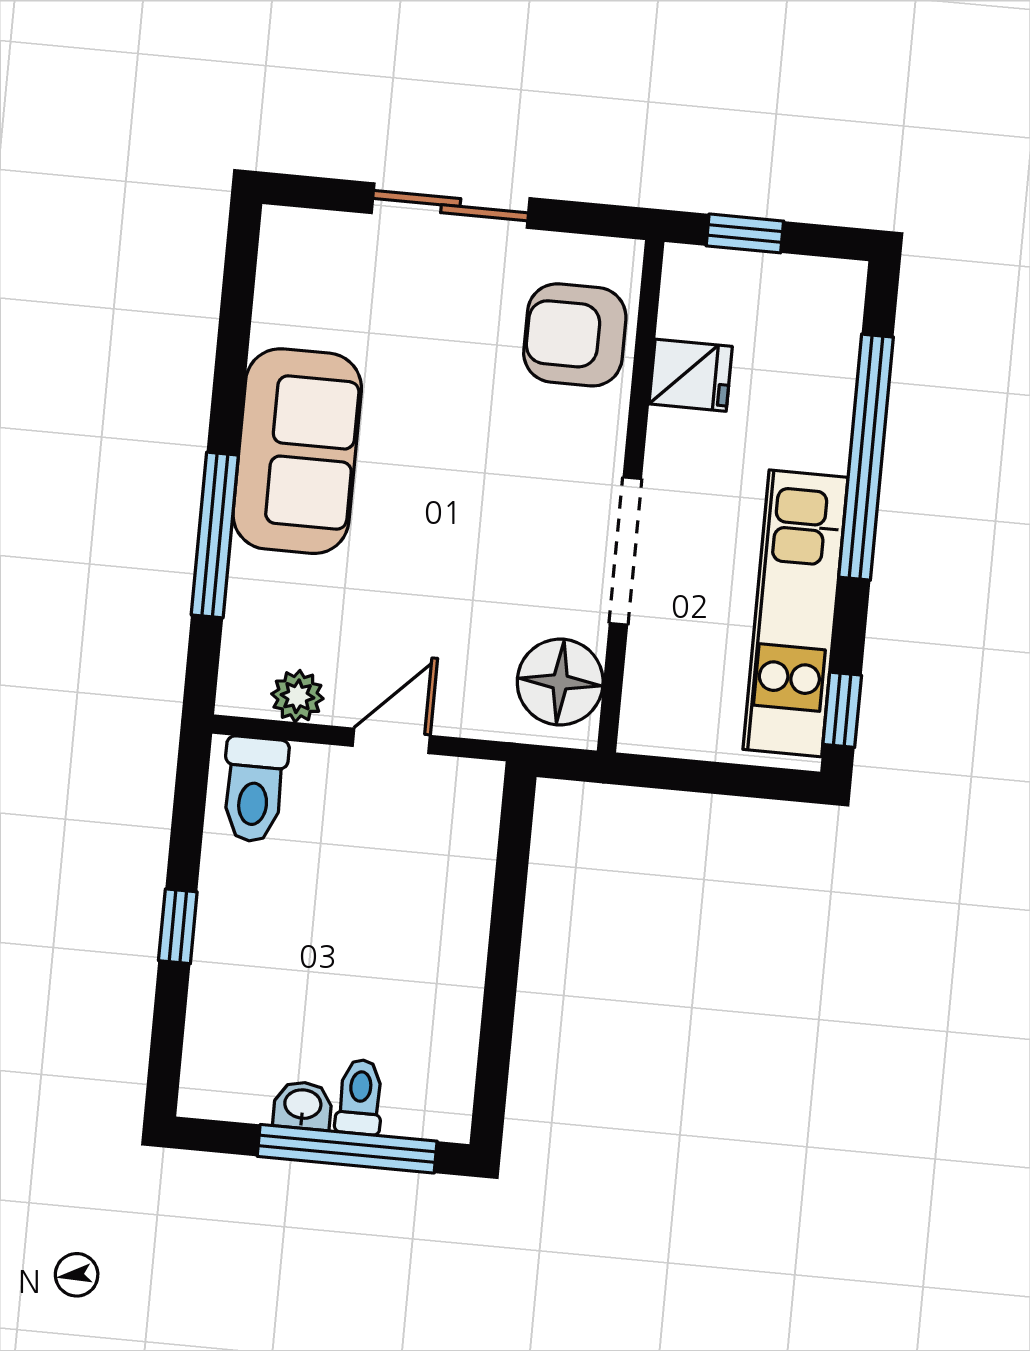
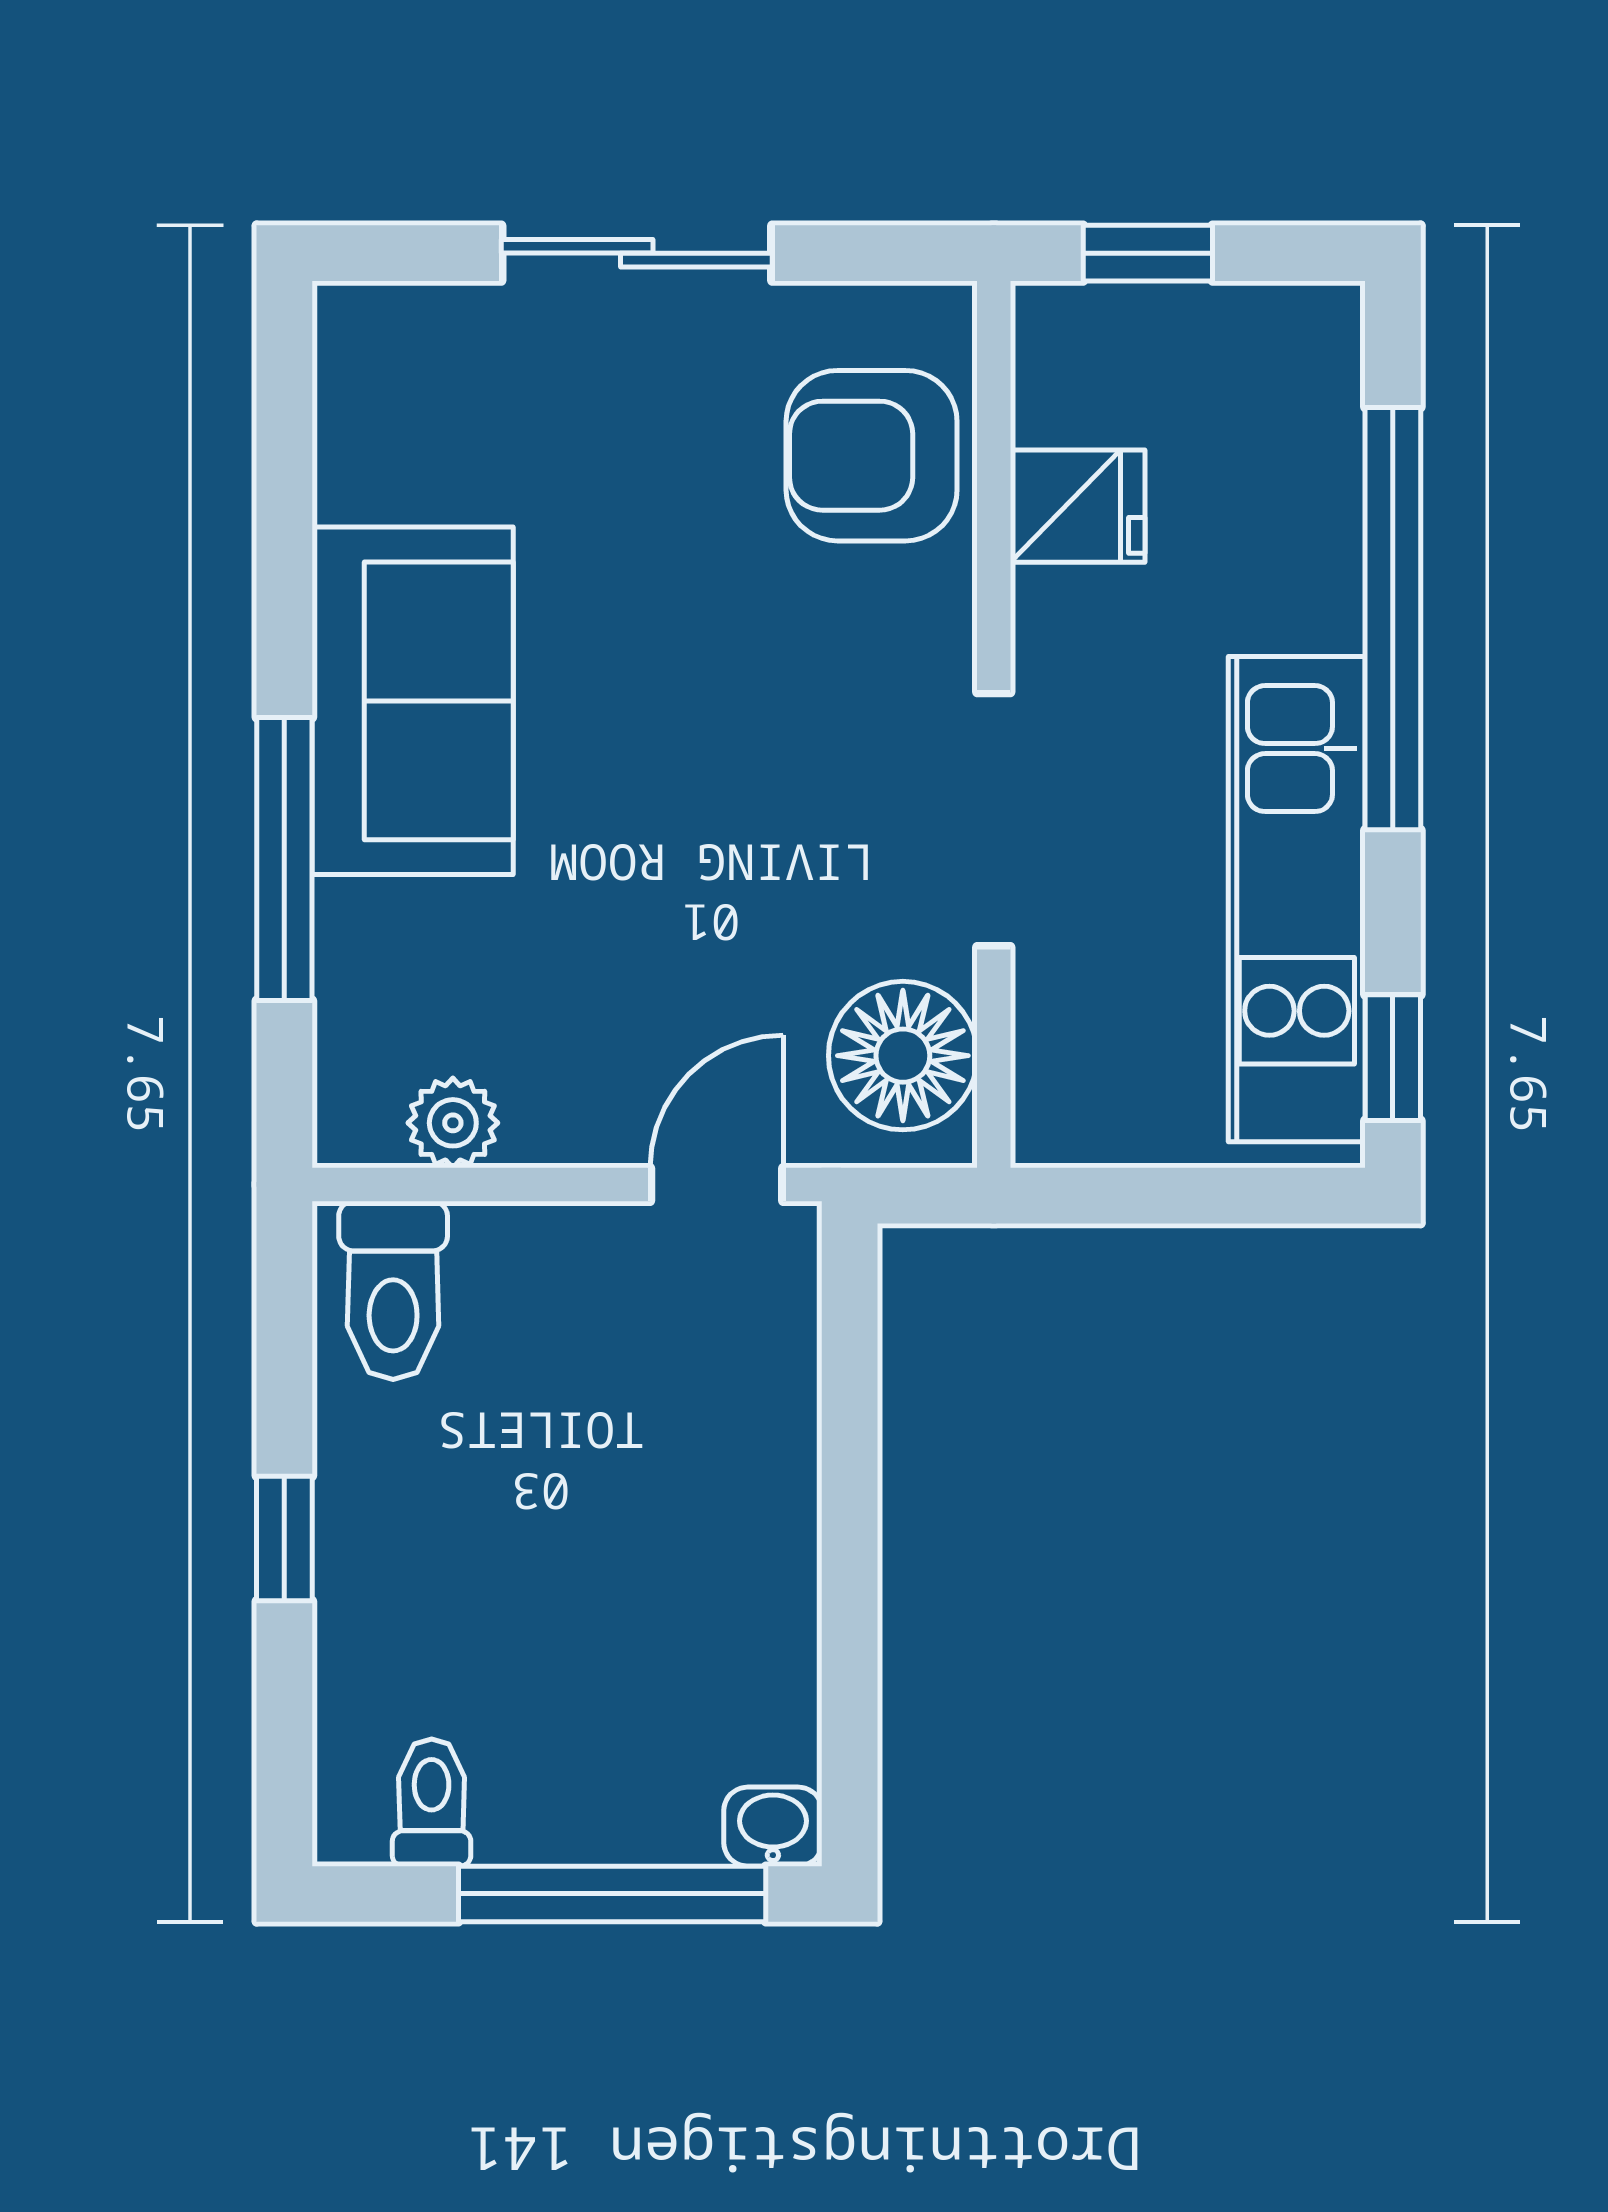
door: (391, 741) -> (717, 1184), moved
toilet: (360, 1097) -> (432, 1803), moved
washbasin: (303, 1105) -> (773, 1827), moved

